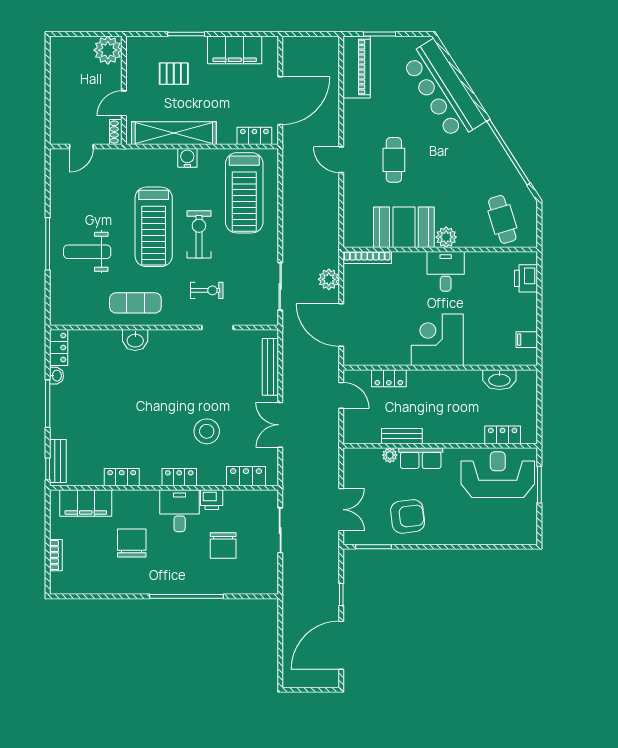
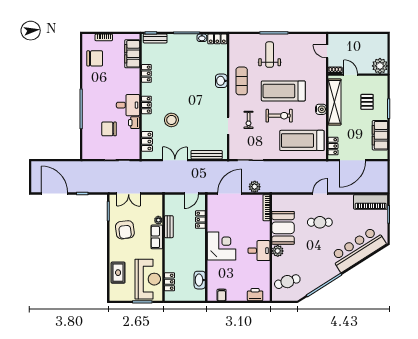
door: (280, 101) -> (352, 160), hinge flipped
rug: (486, 529) -> (118, 273), added
chair: (132, 543) -> (95, 58), moved

